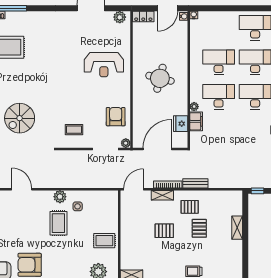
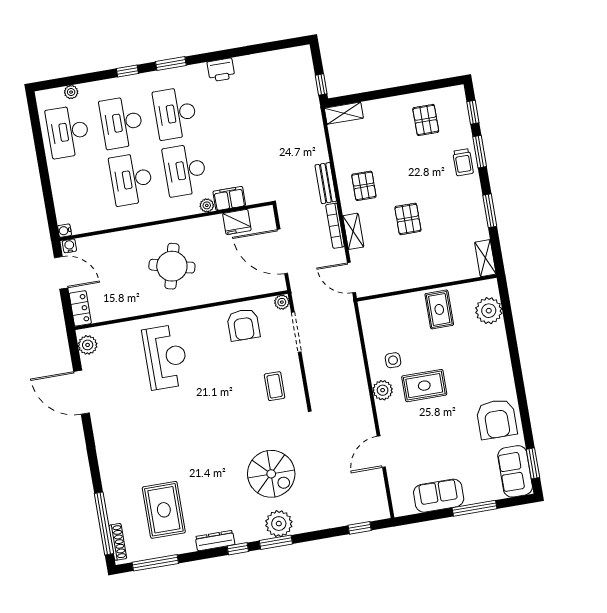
armchair: (116, 117) -> (243, 325), turned -90
pallet: (199, 228) -> (426, 120), moved, turned 90
shelving: (237, 228) -> (344, 113), moved

